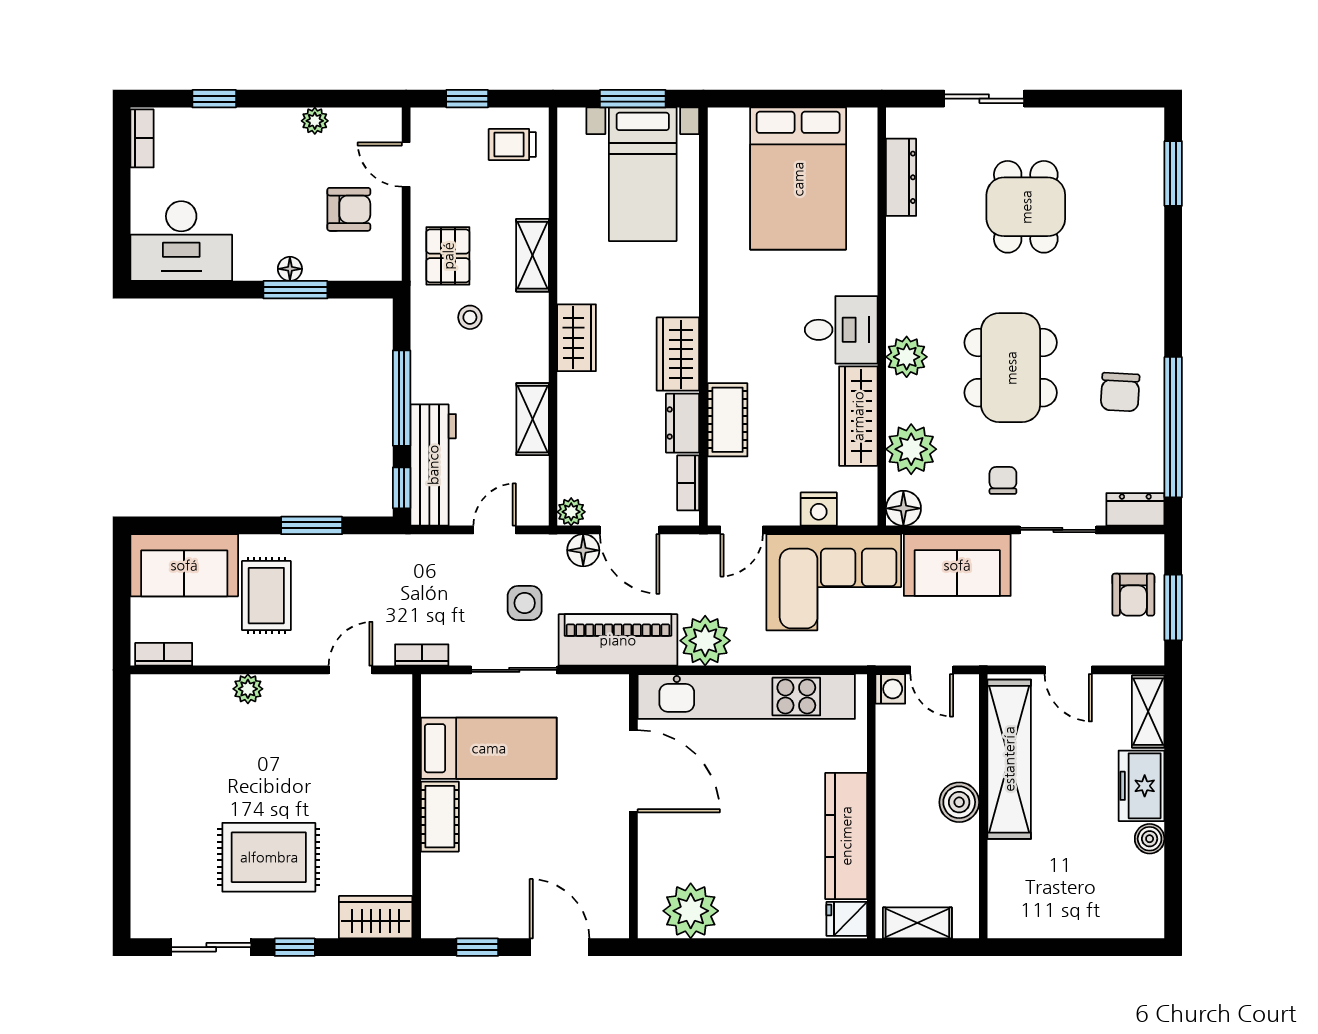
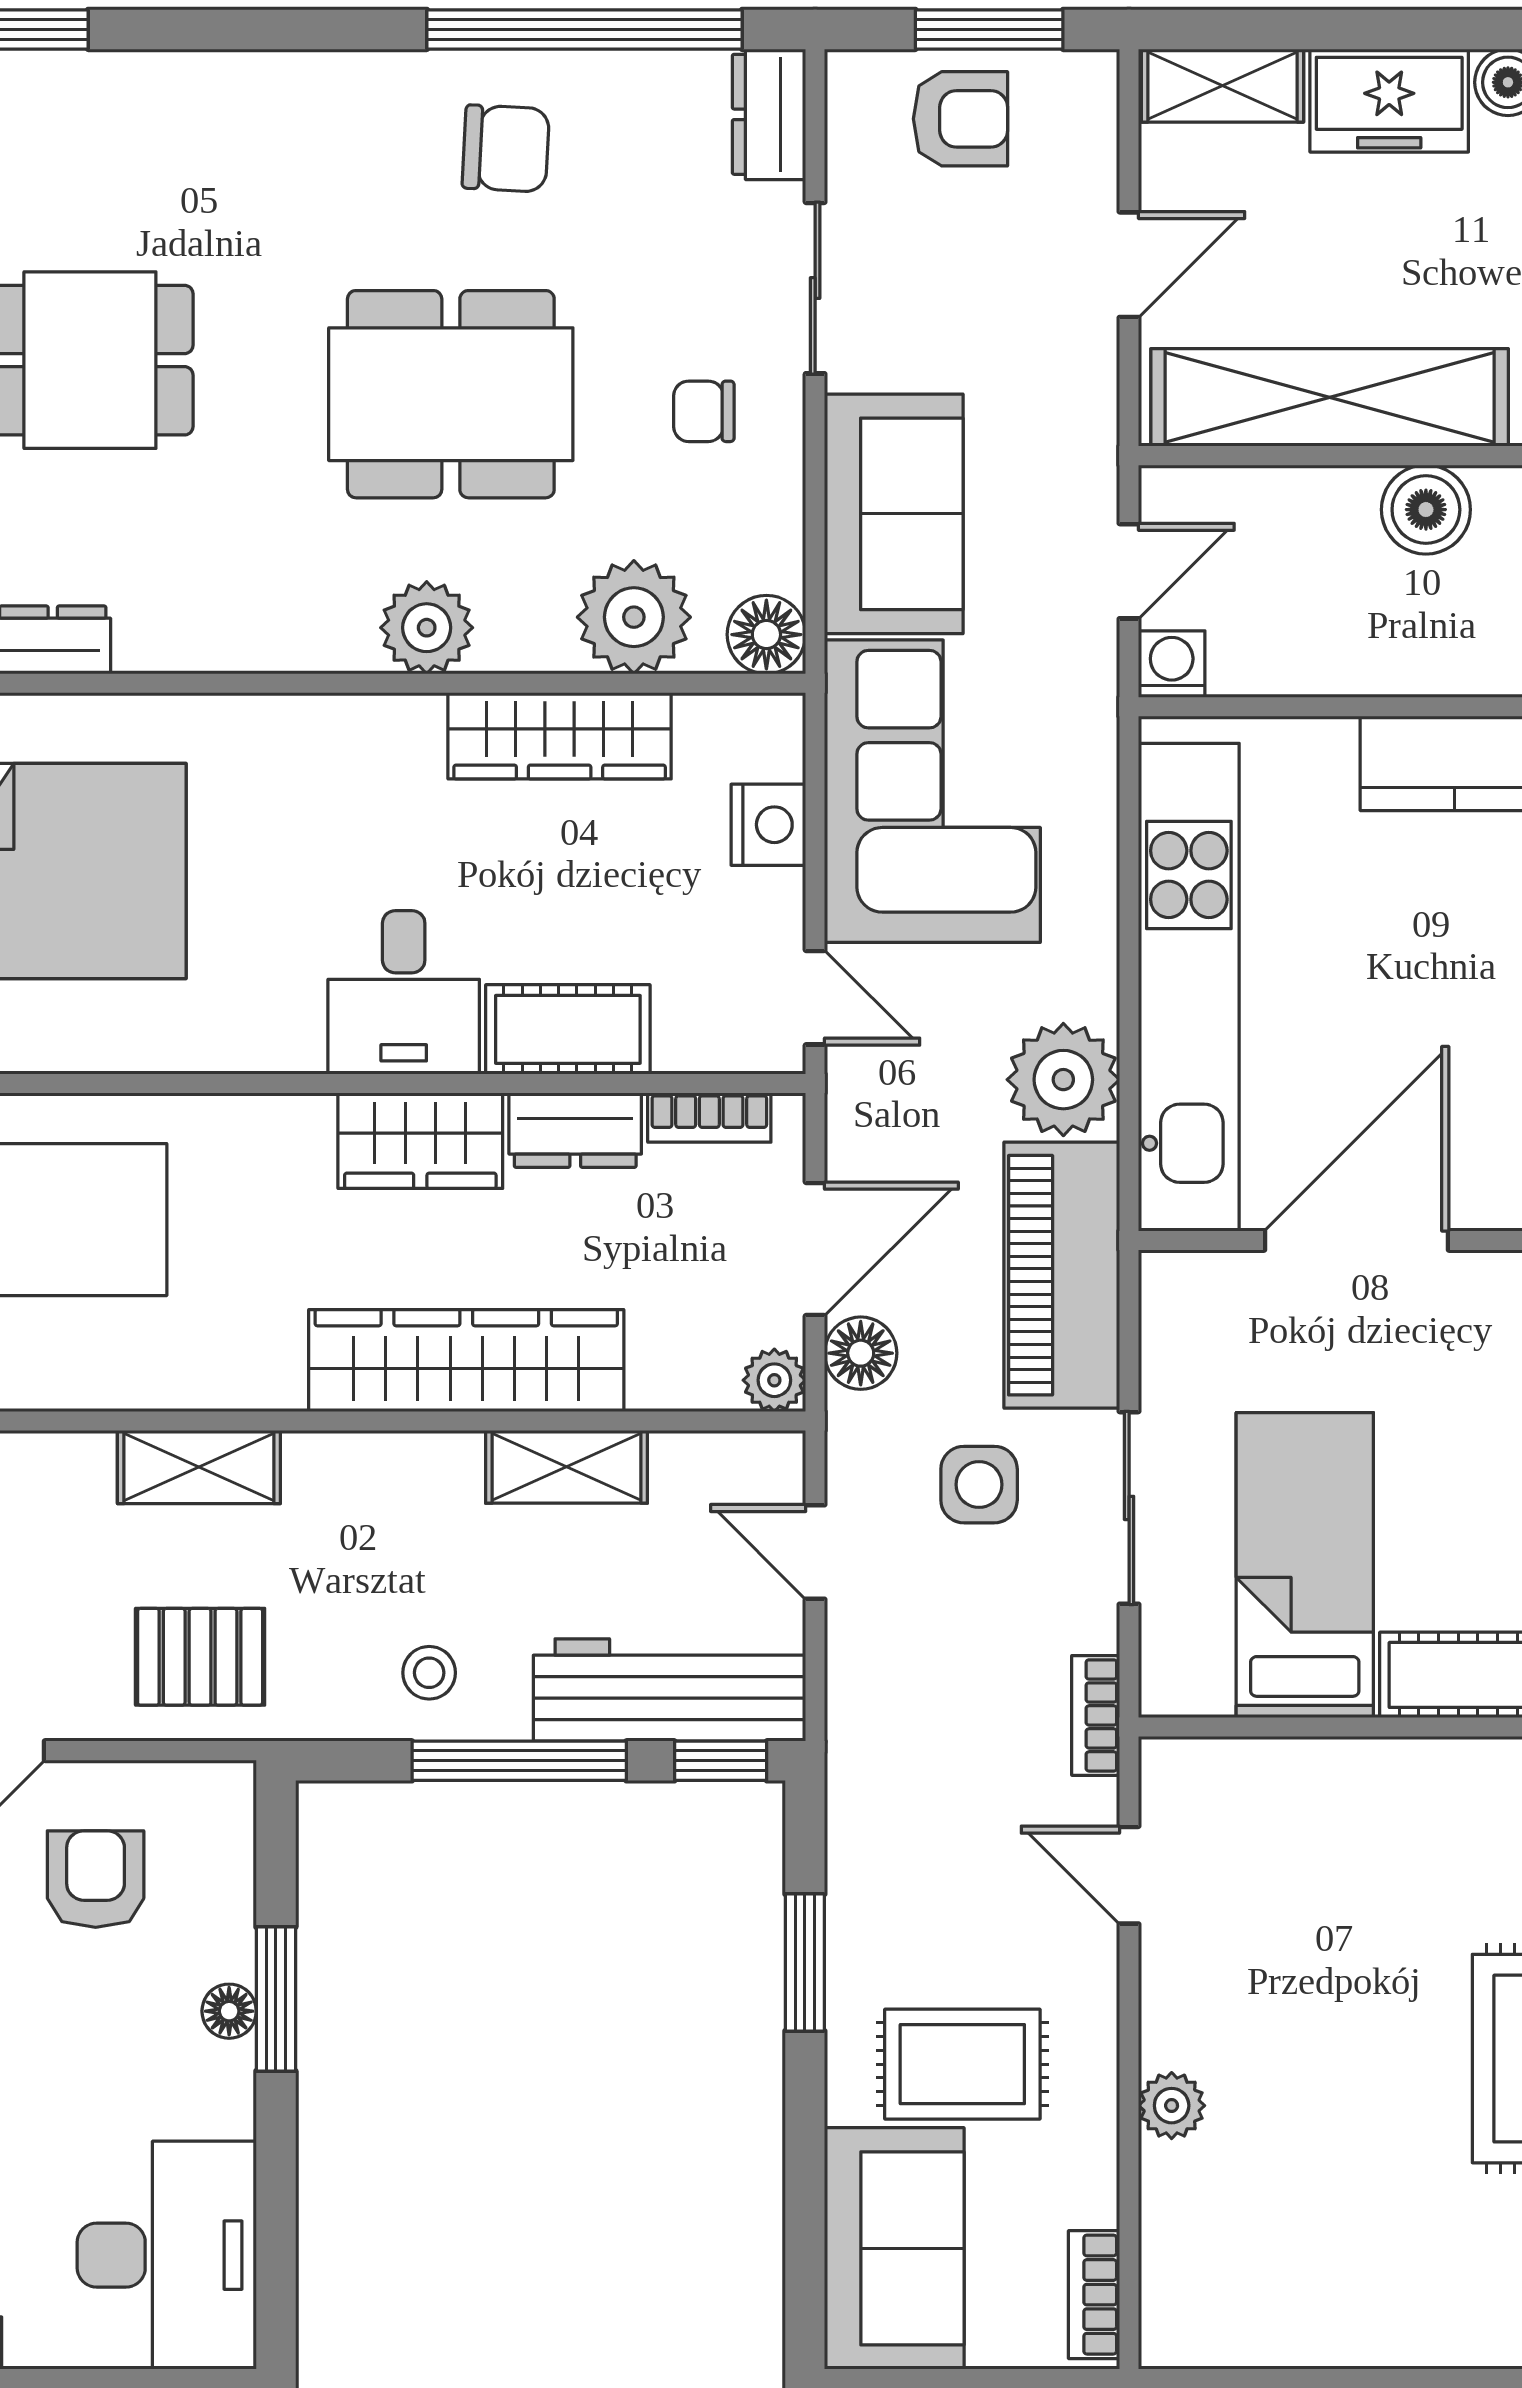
stool: (470, 317) -> (429, 1673), moved
desk: (841, 330) -> (404, 992), moved, turned 180
wardrobe: (577, 338) -> (466, 1361), width x2.10, depth x1.17

